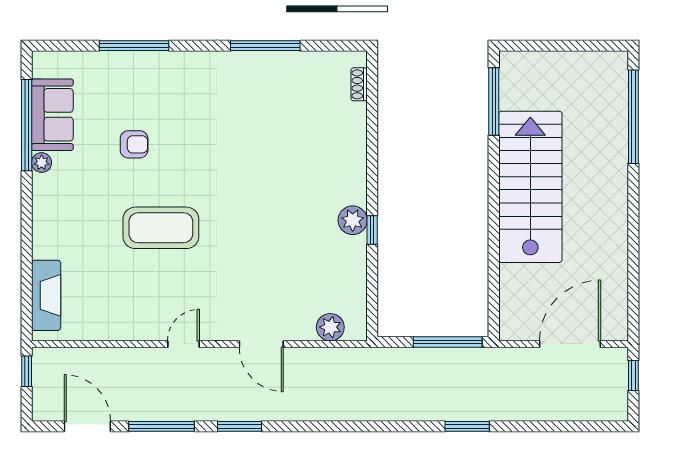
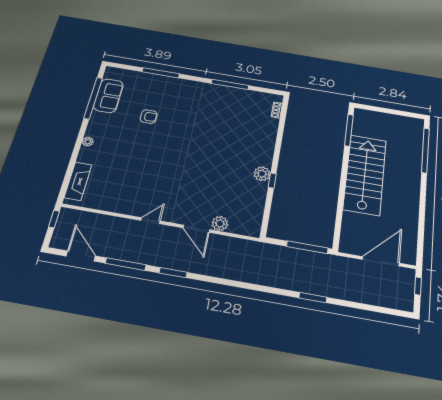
plant: (42, 163) -> (88, 142), moved
coffee table: (161, 228) -> (153, 159), removed
plant: (330, 327) -> (220, 224), moved

